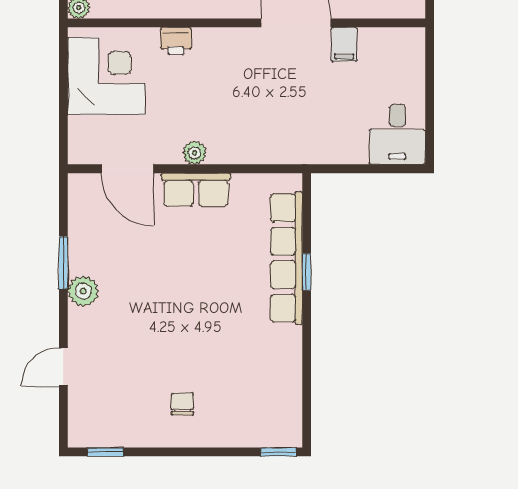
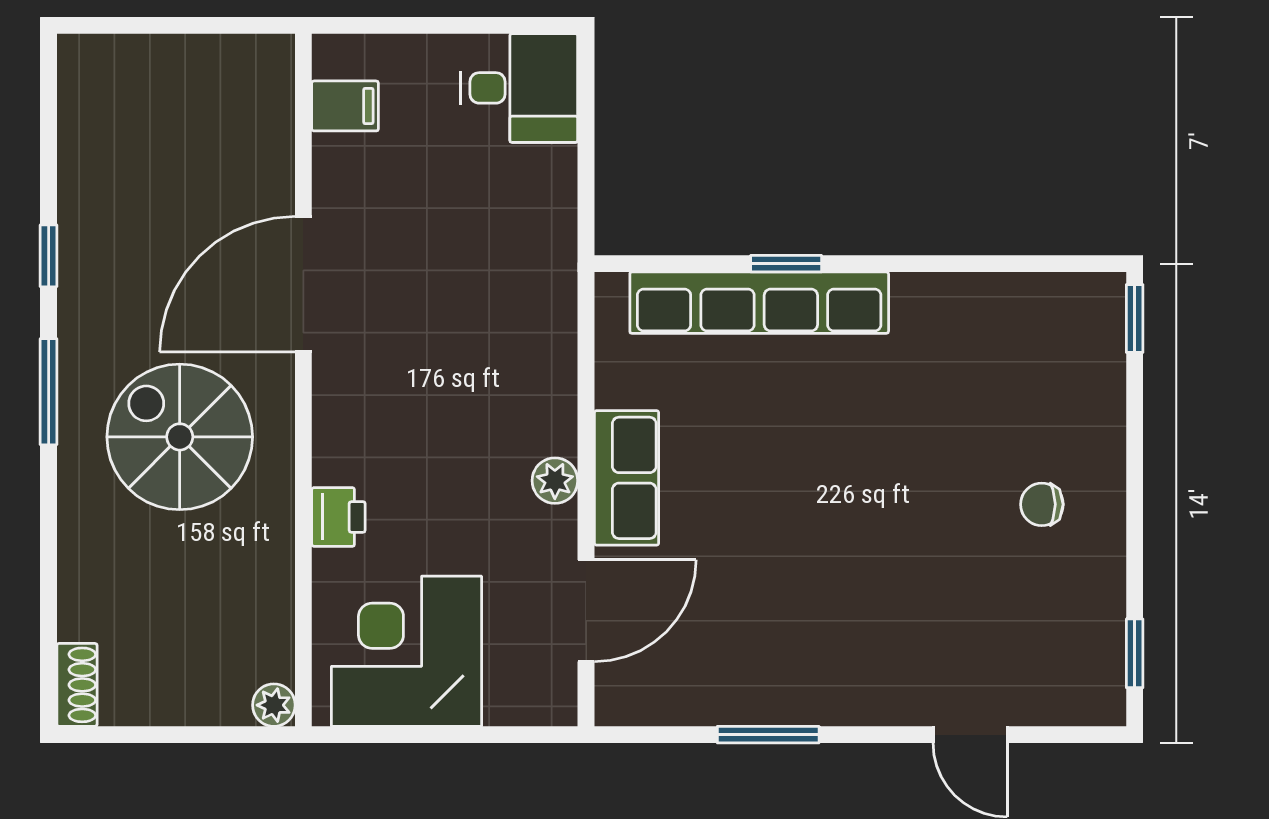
filing cabinet: (344, 44) -> (345, 106), moved
plant: (83, 291) -> (823, 696), removed

